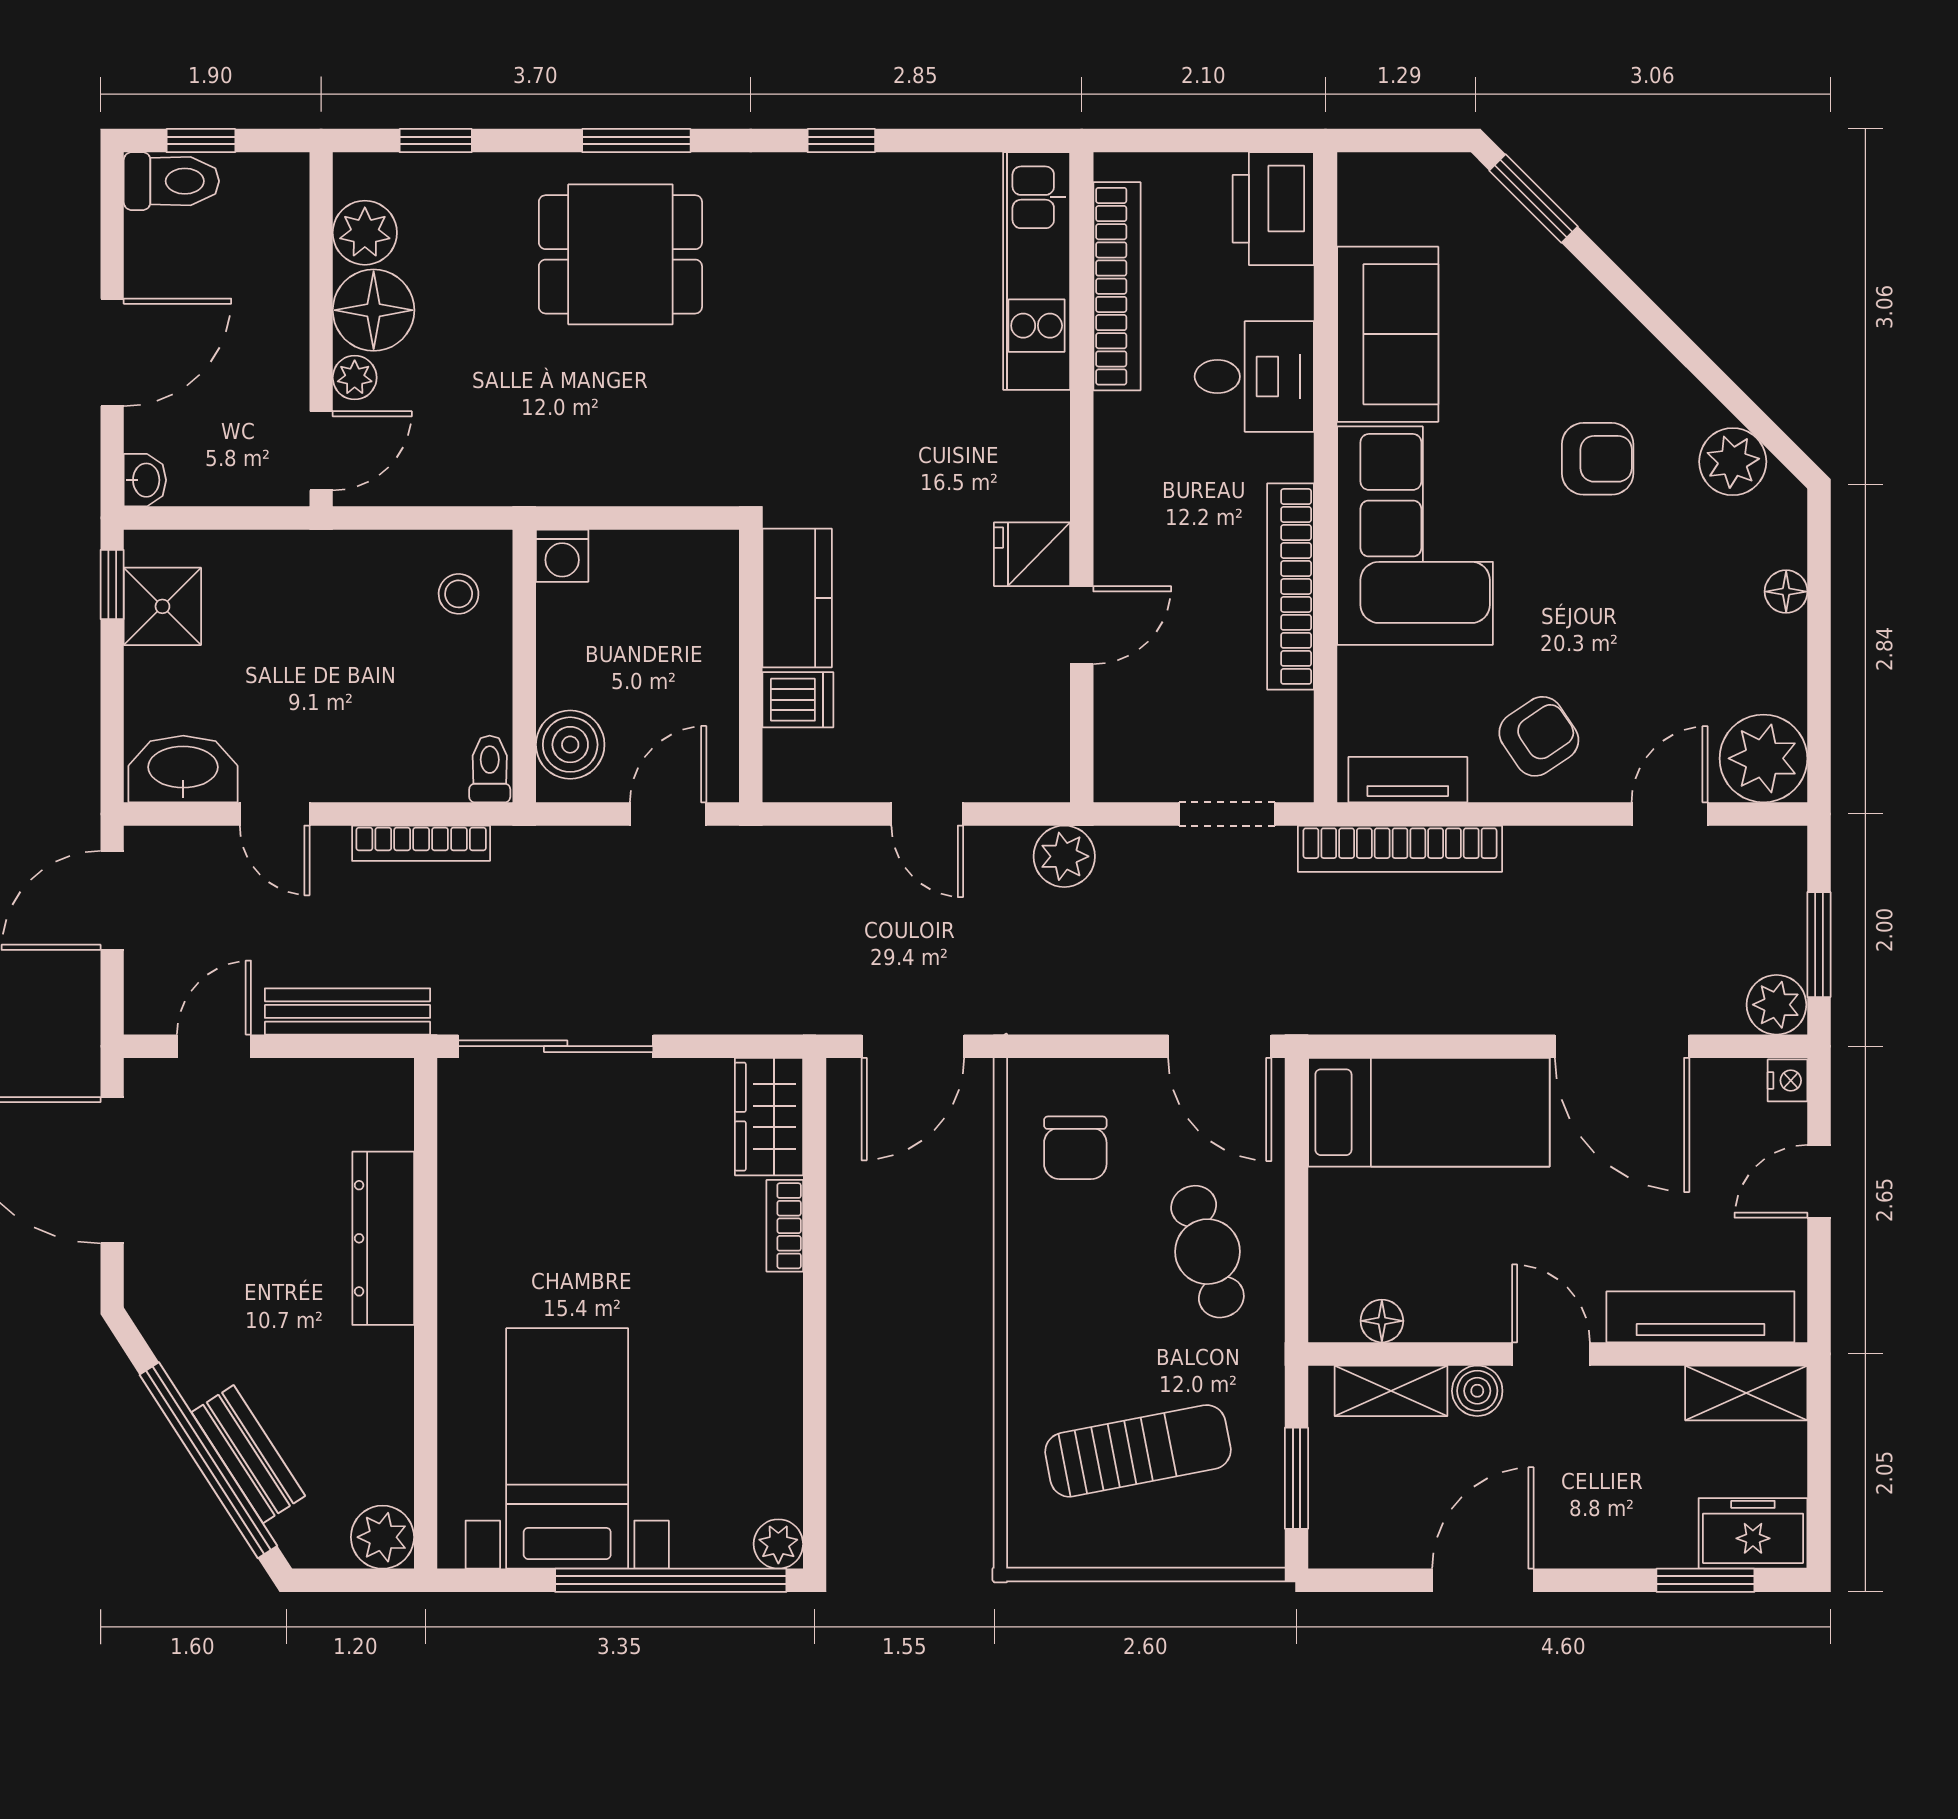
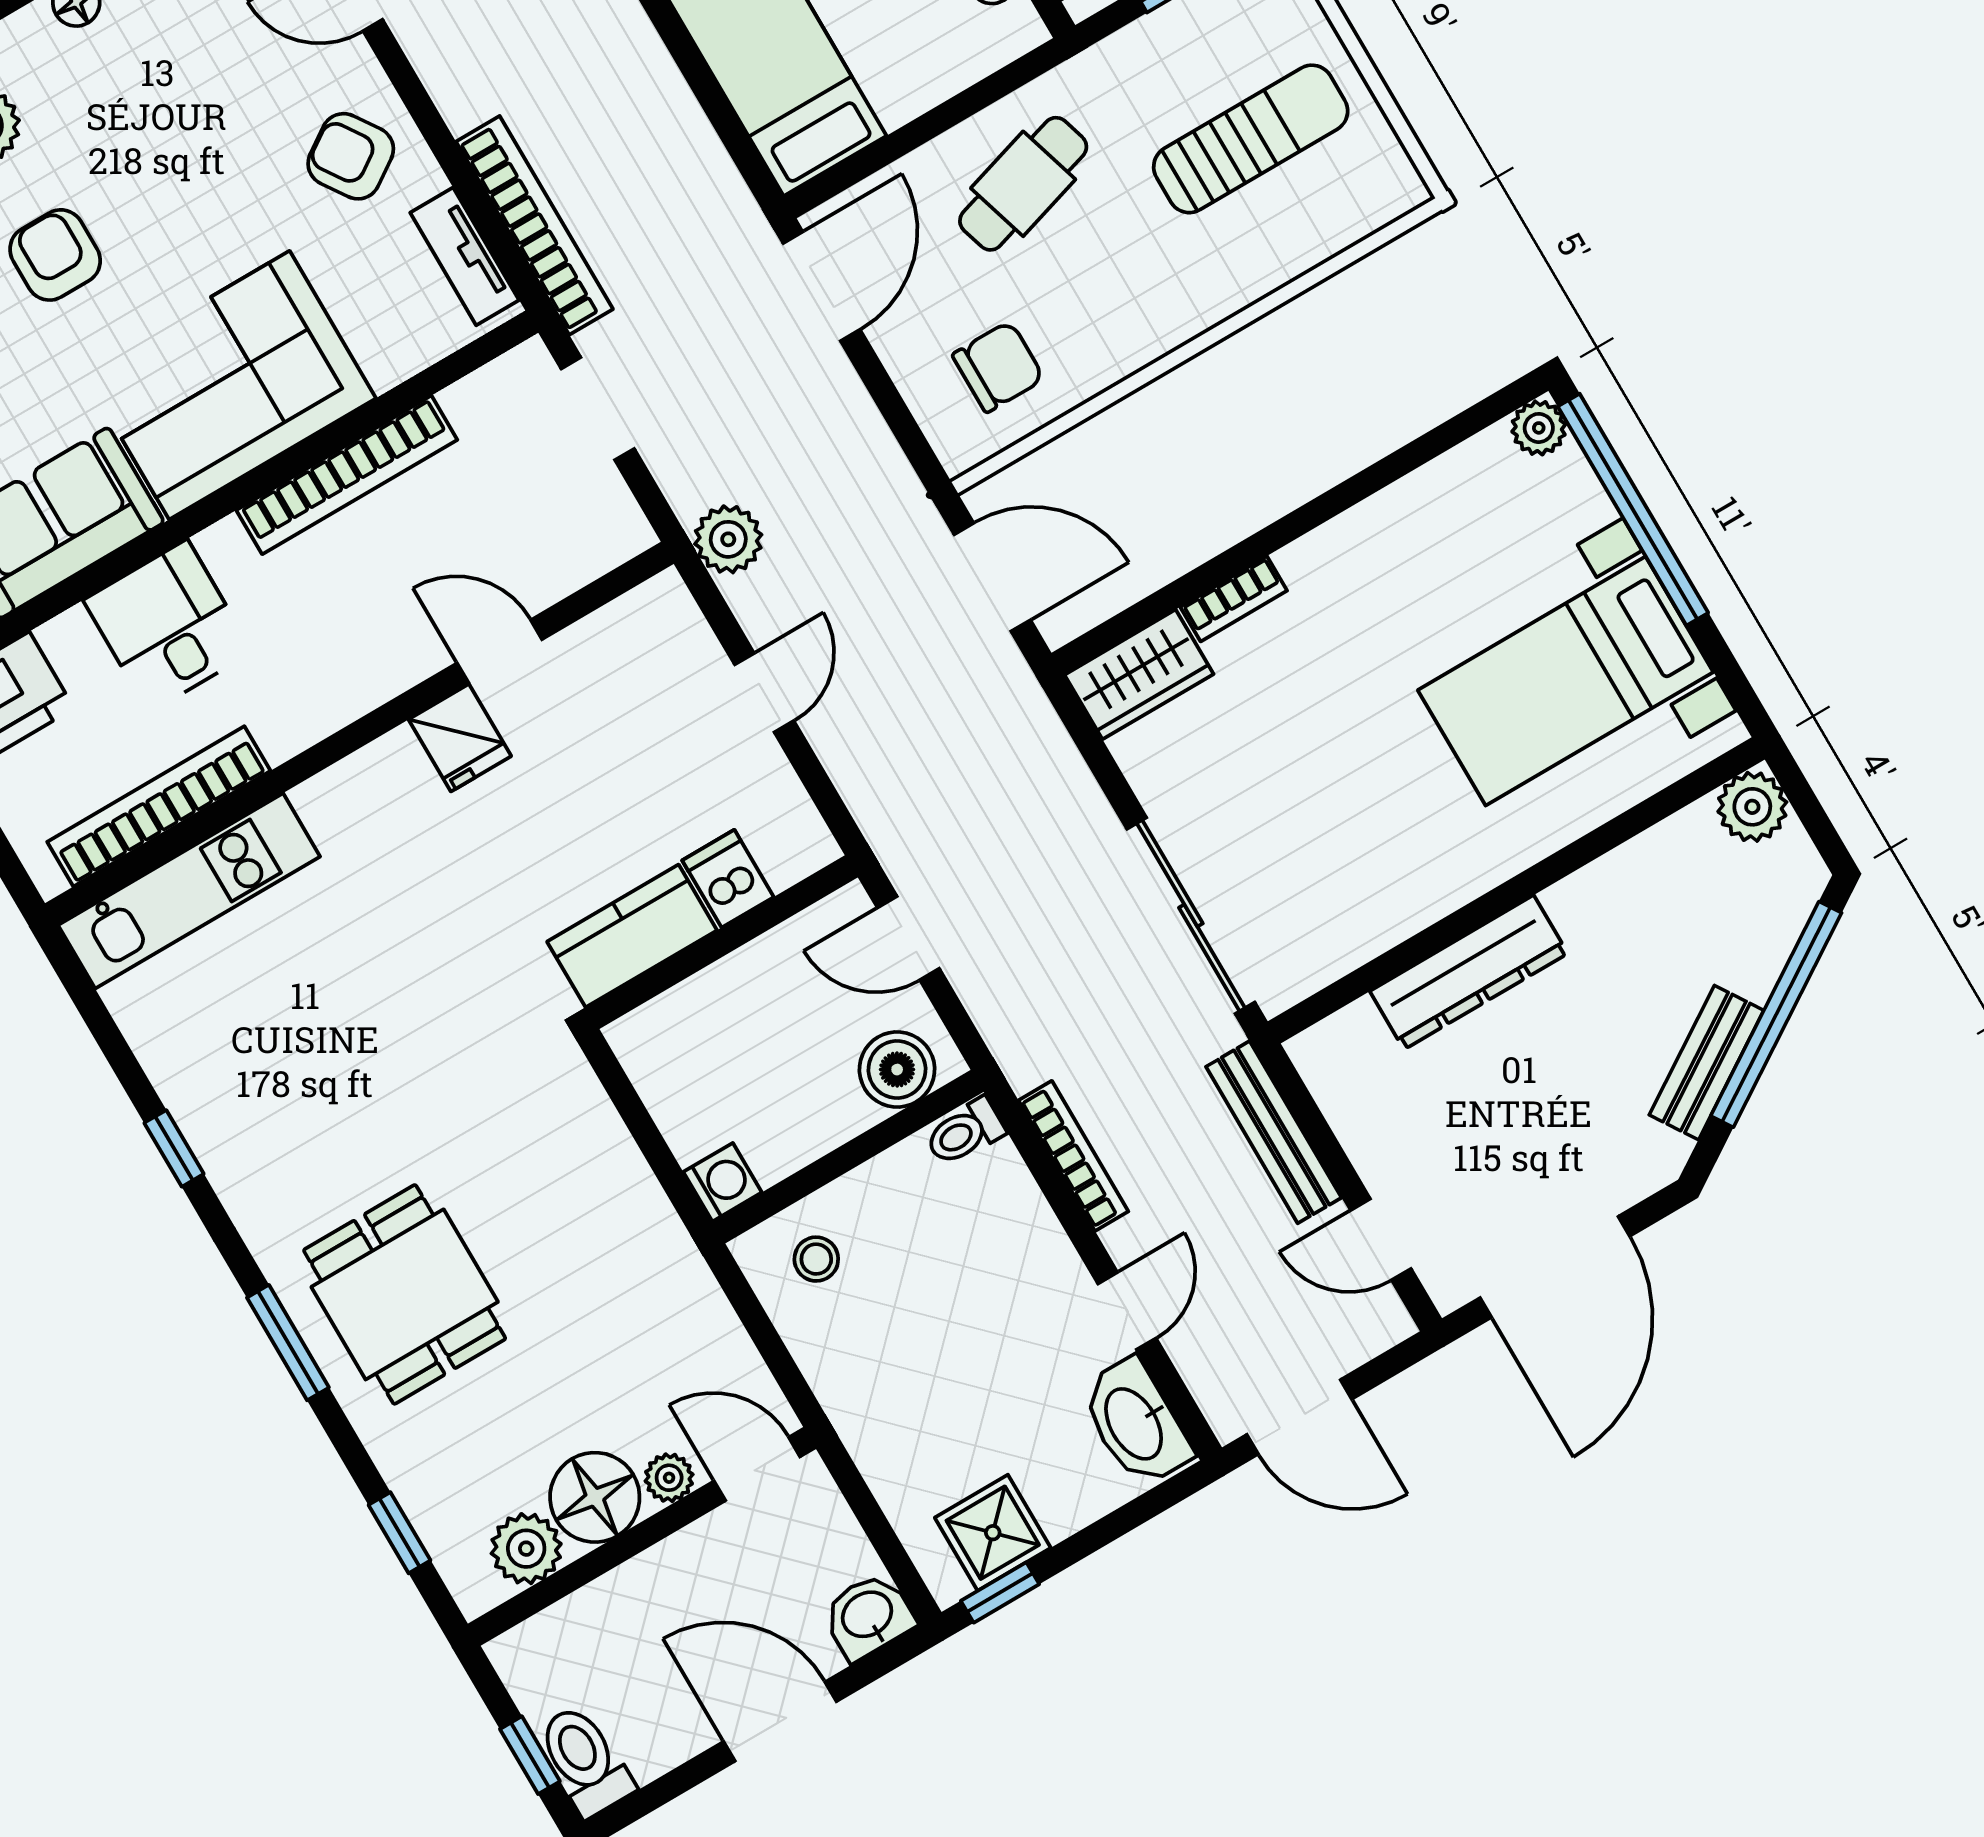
washbasin: (145, 480) -> (868, 1616), width x1.38, depth x1.45
sun lounger: (1138, 1451) -> (1251, 139), turned 101
bench: (248, 1454) -> (1707, 1063), moved

